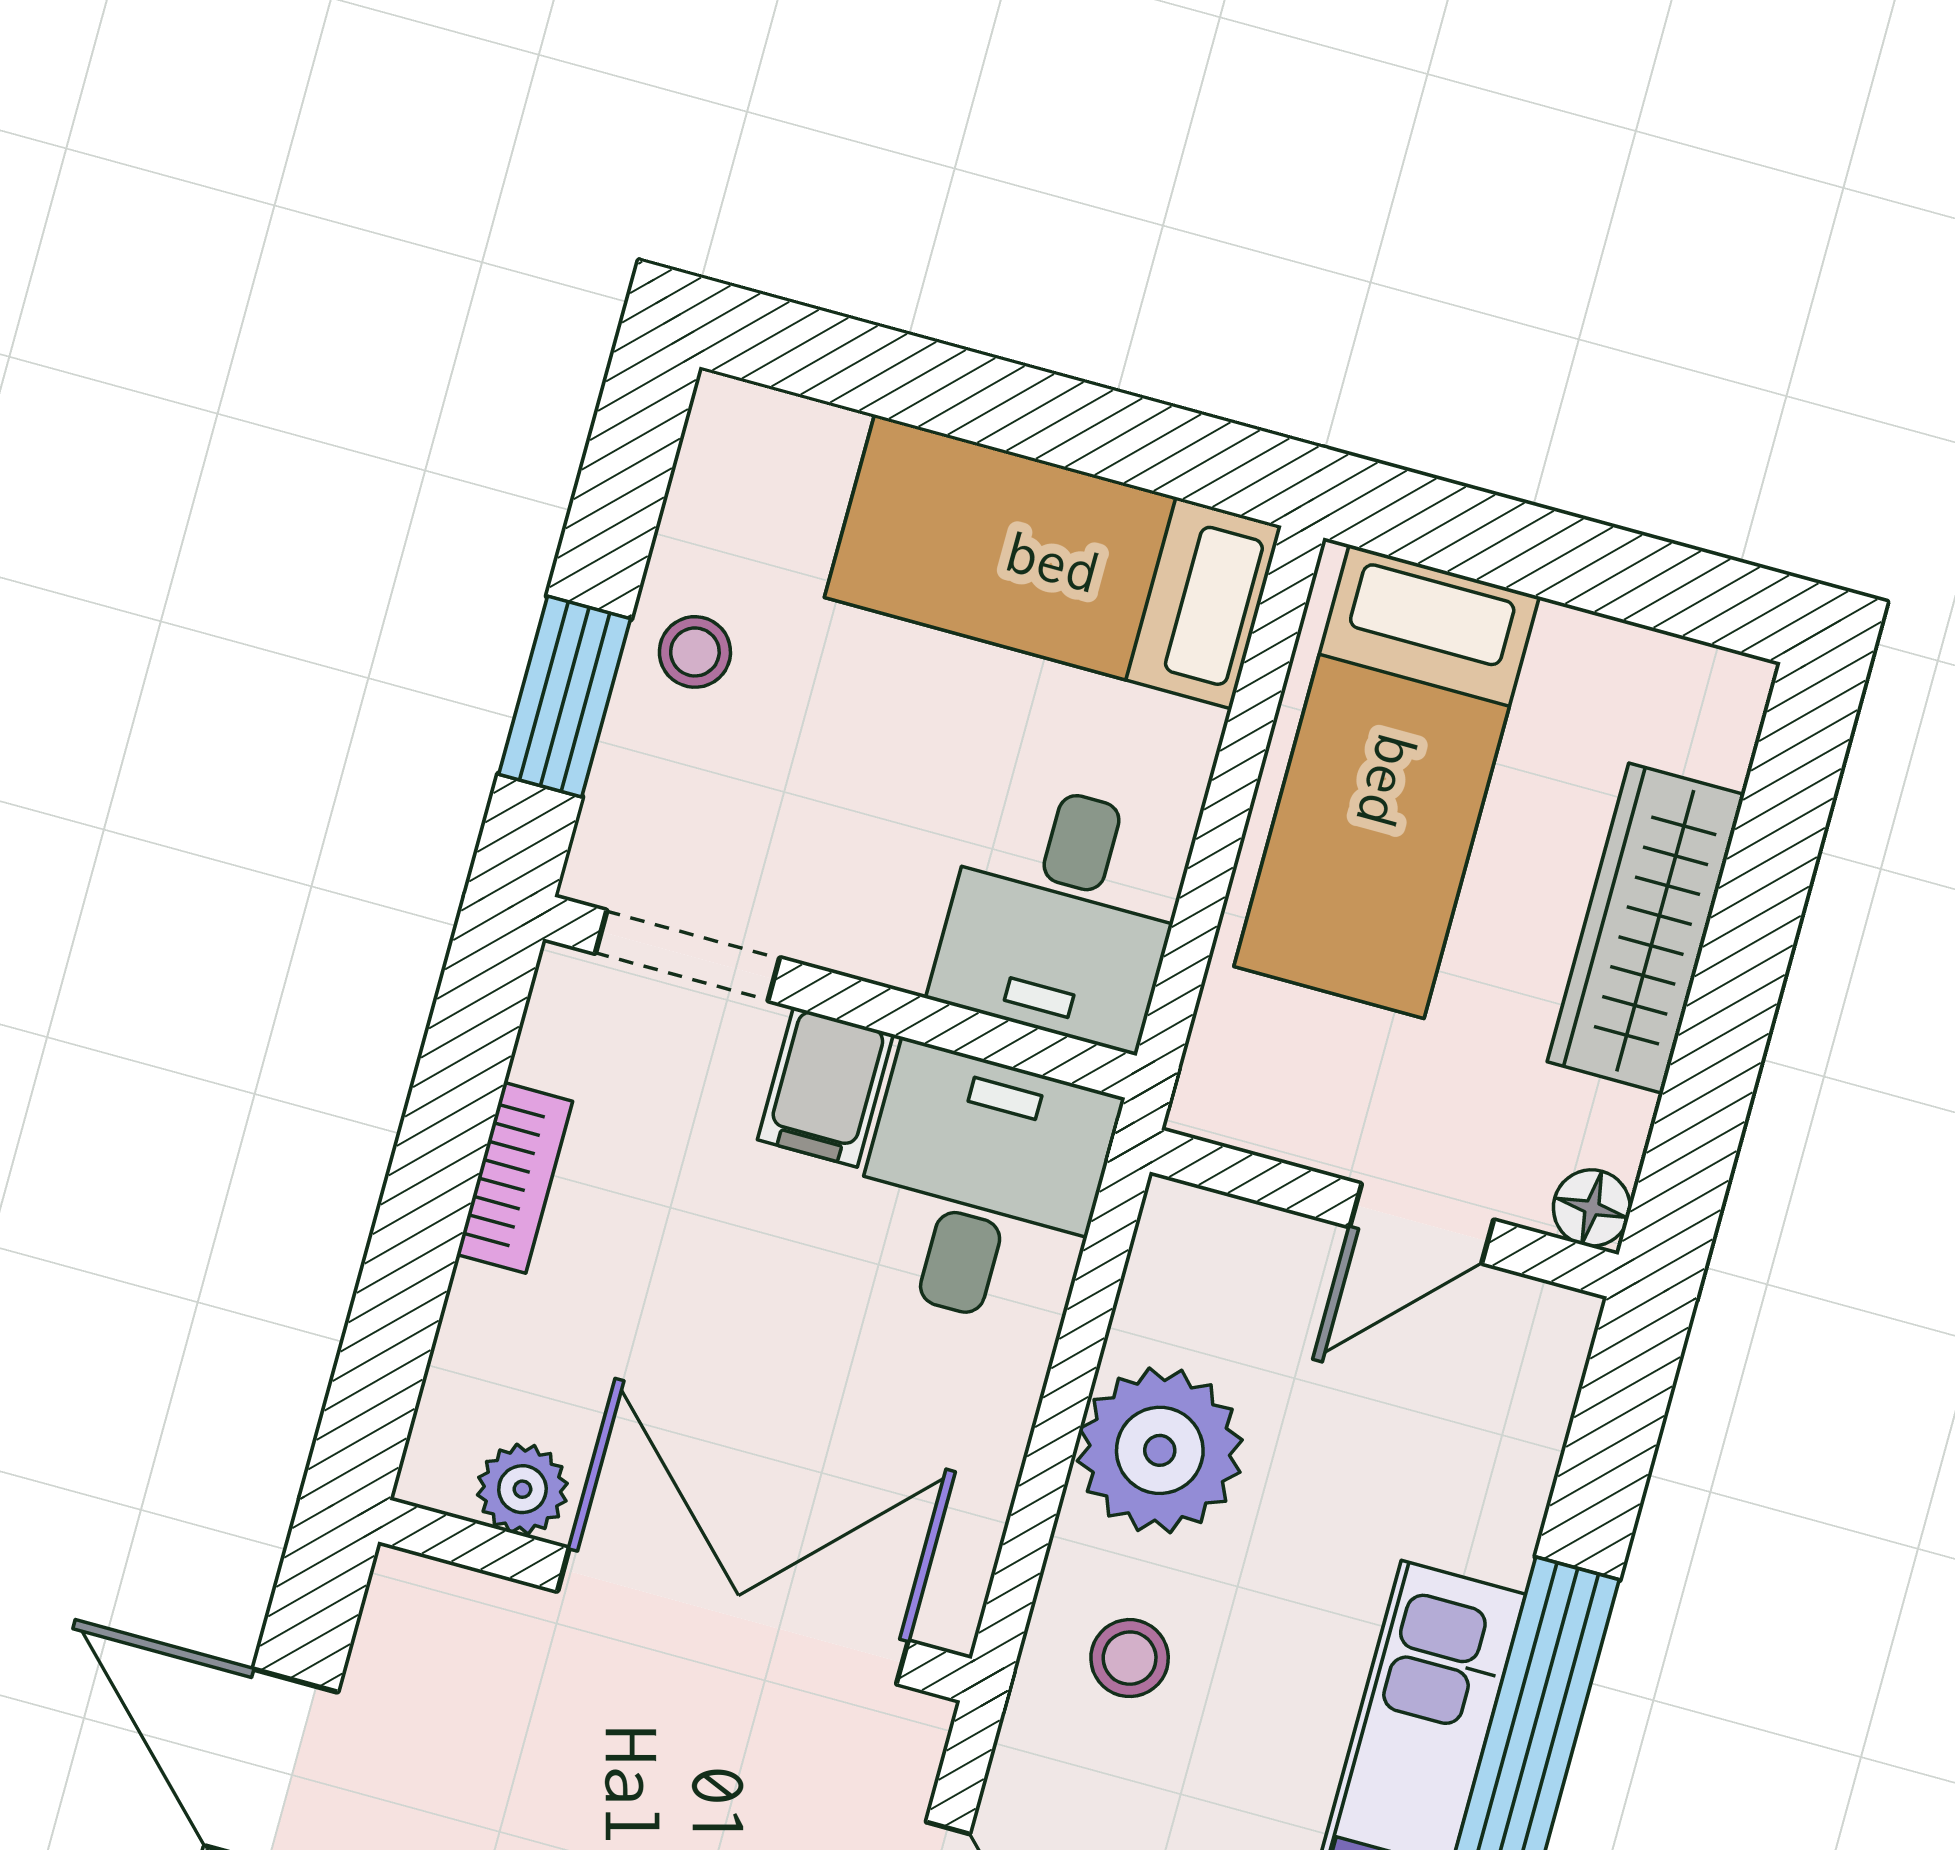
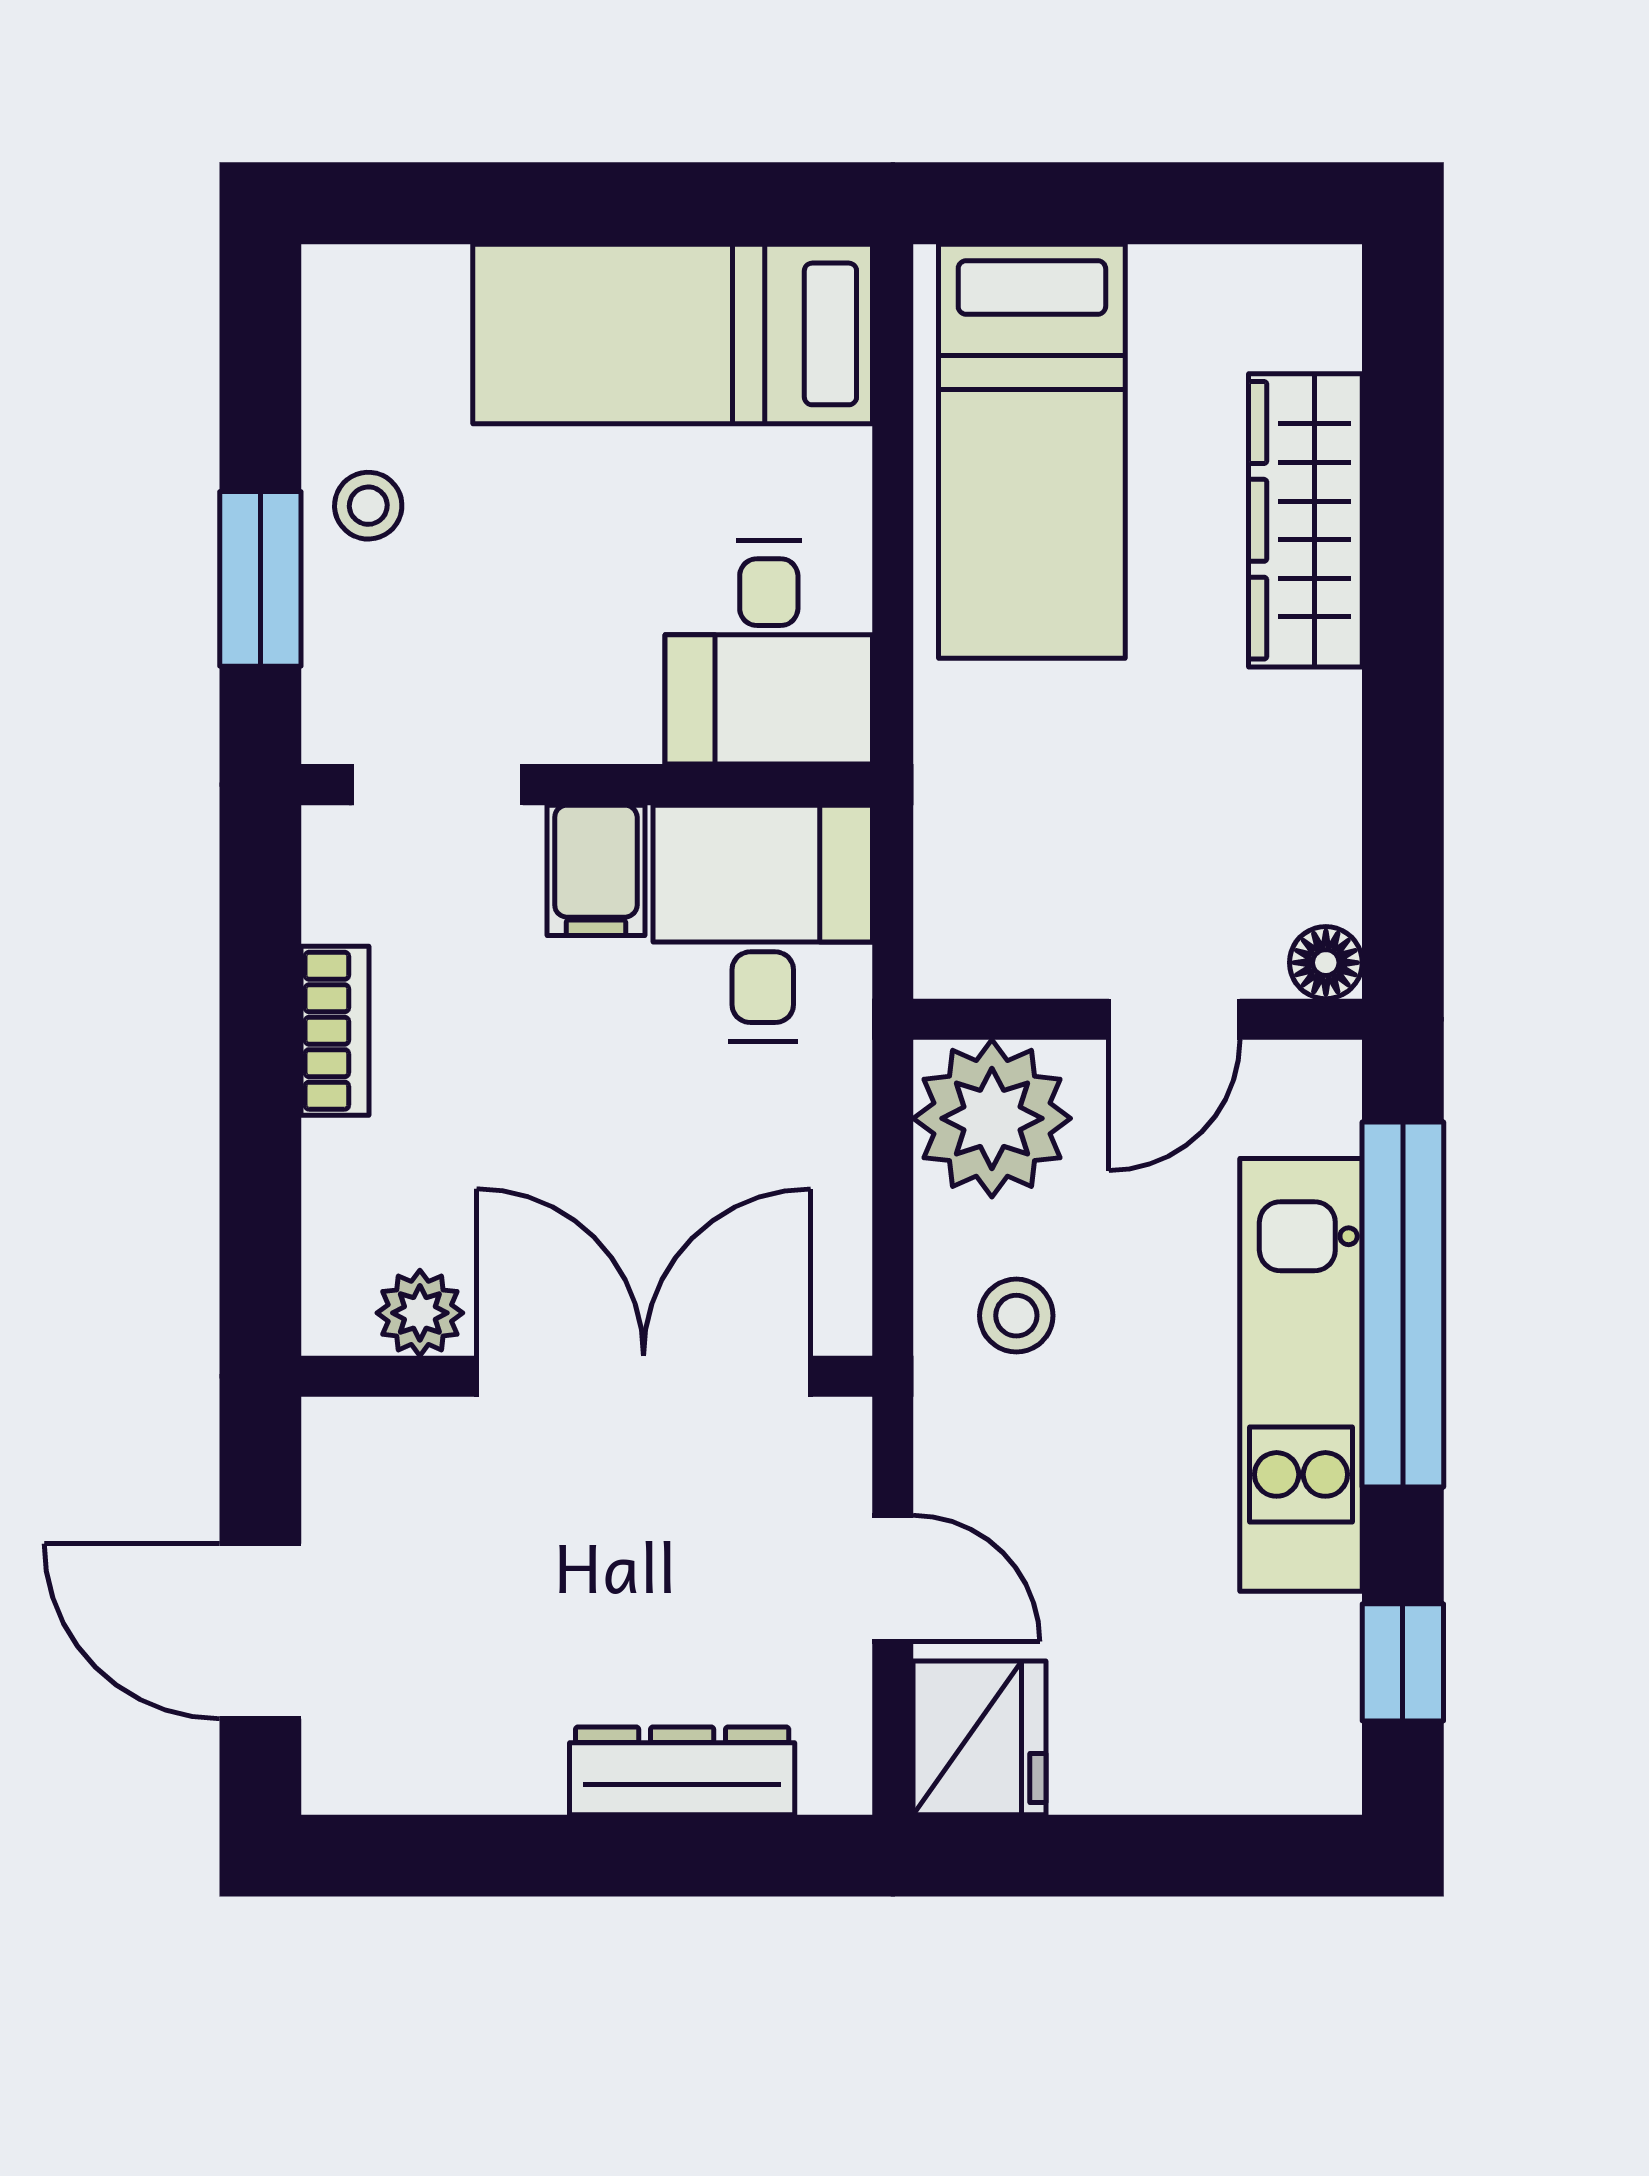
floor lamp: (1592, 1208) -> (1326, 963), moved
wall: (1384, 1213) -> (1138, 1019), moved
door: (1422, 1223) -> (1174, 1019), moved

